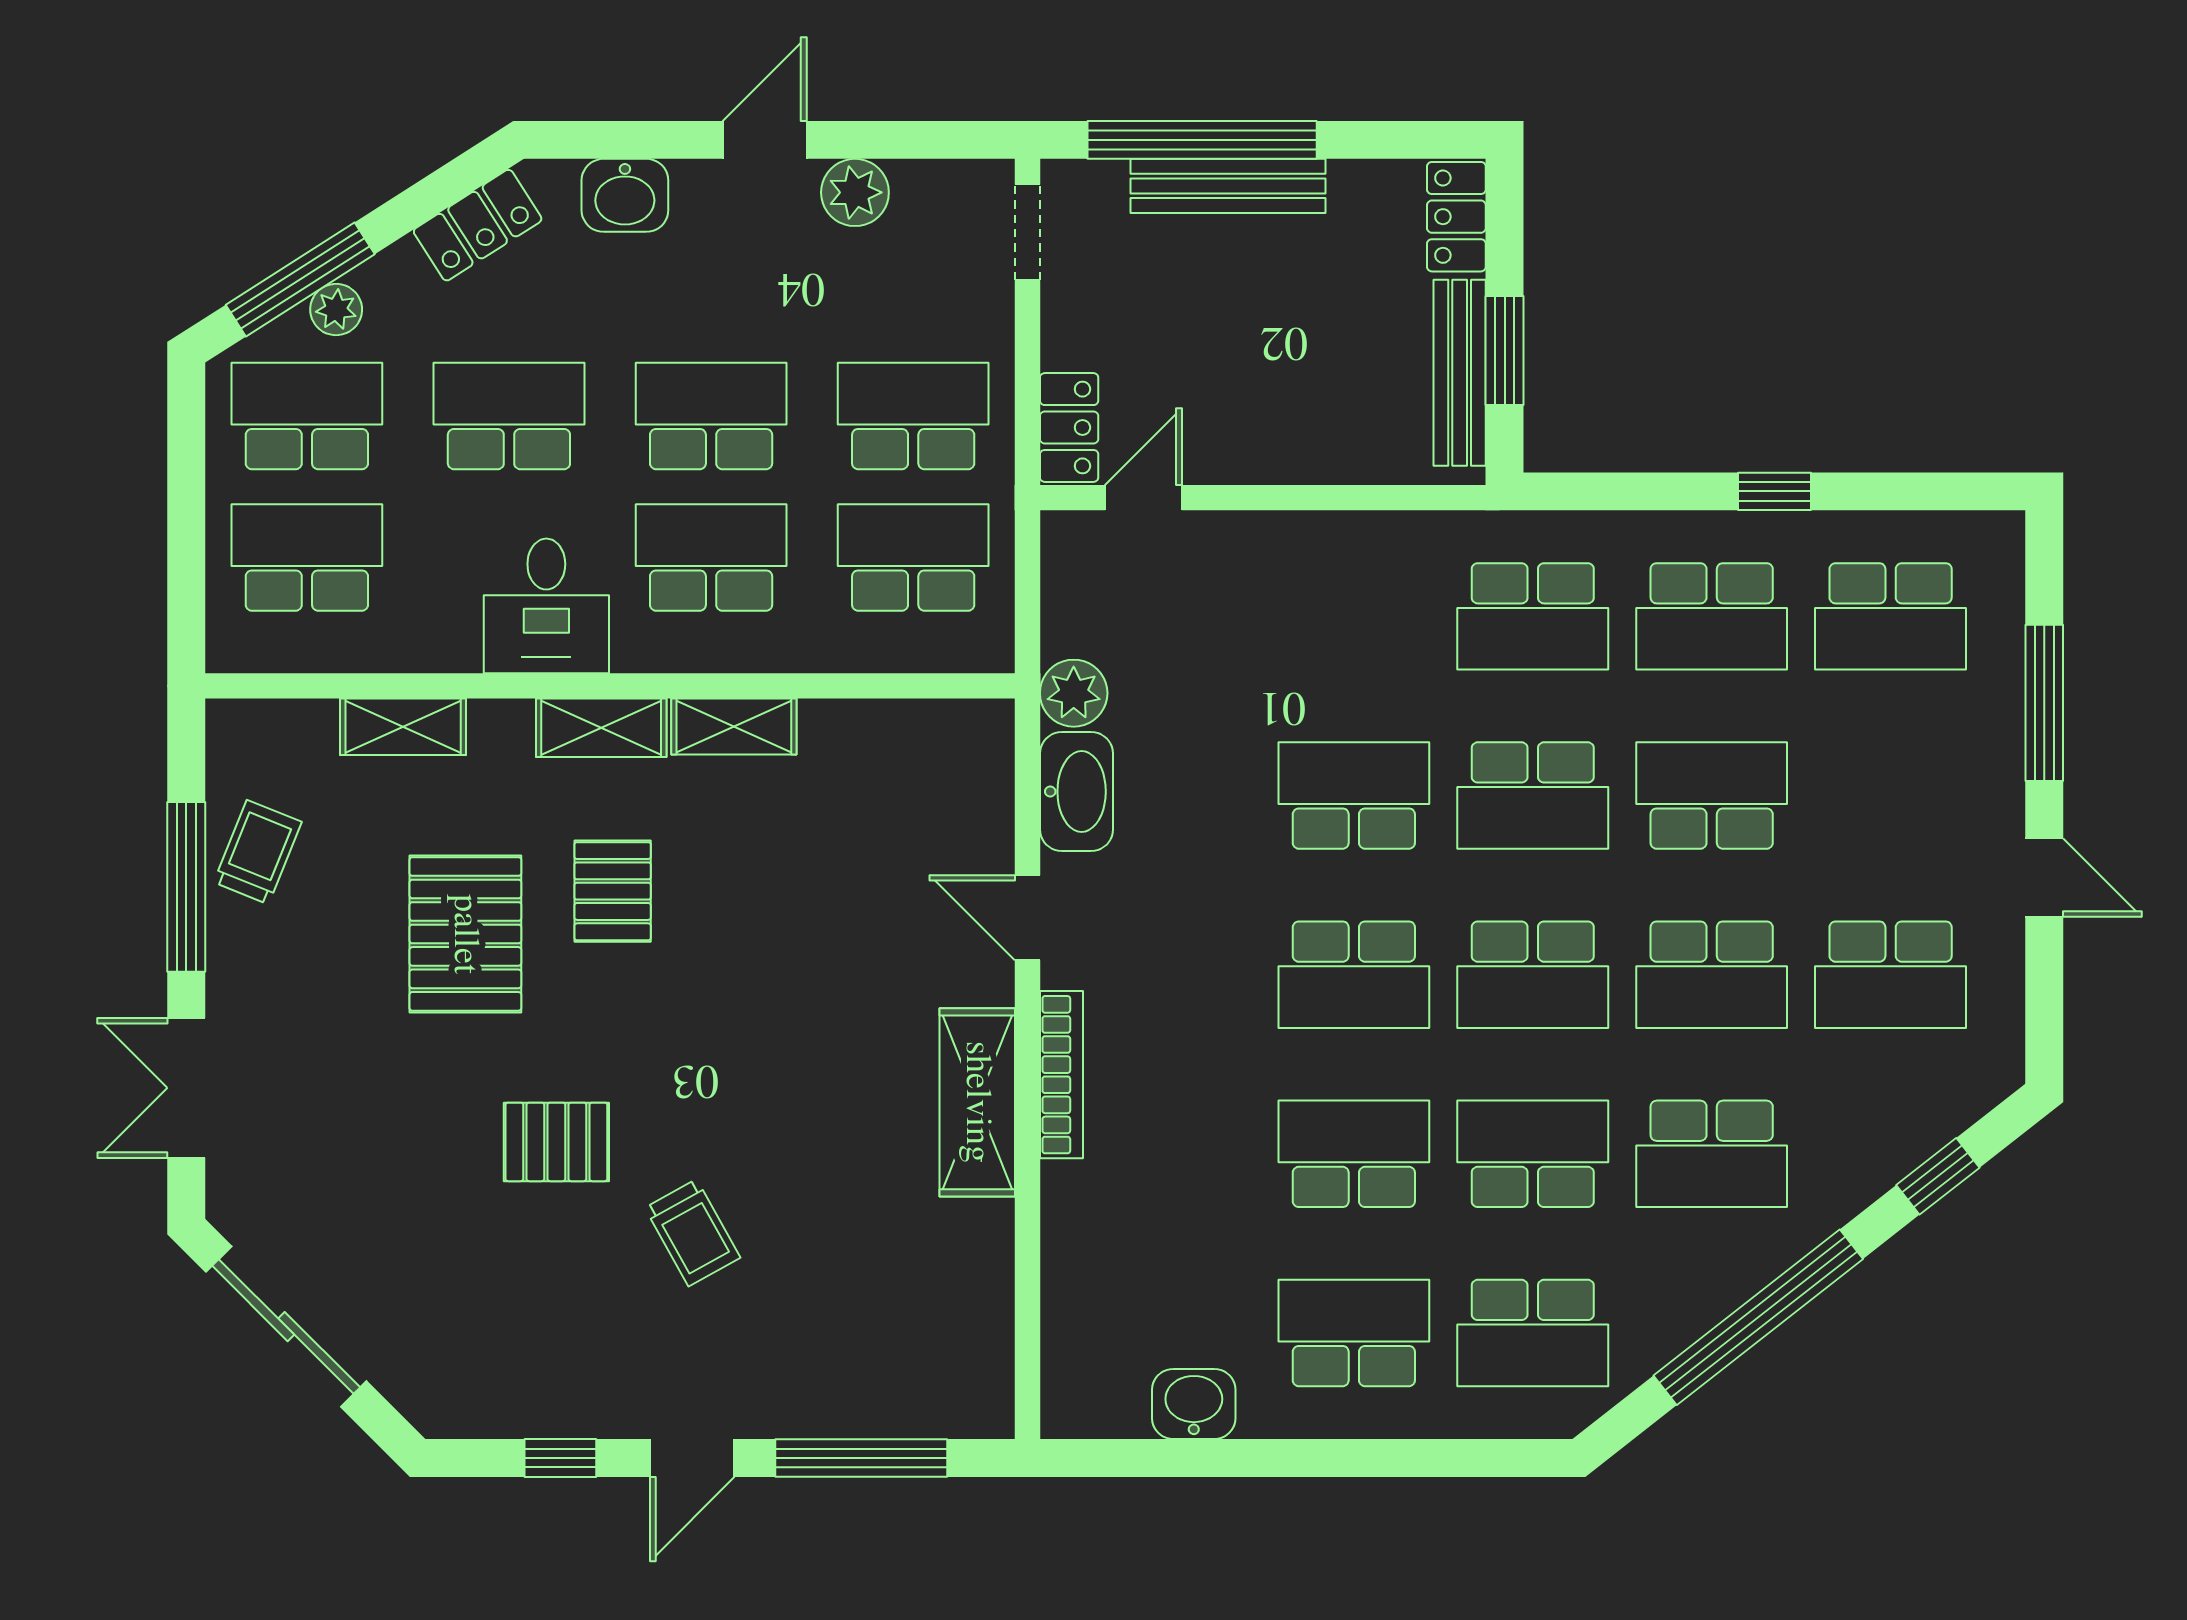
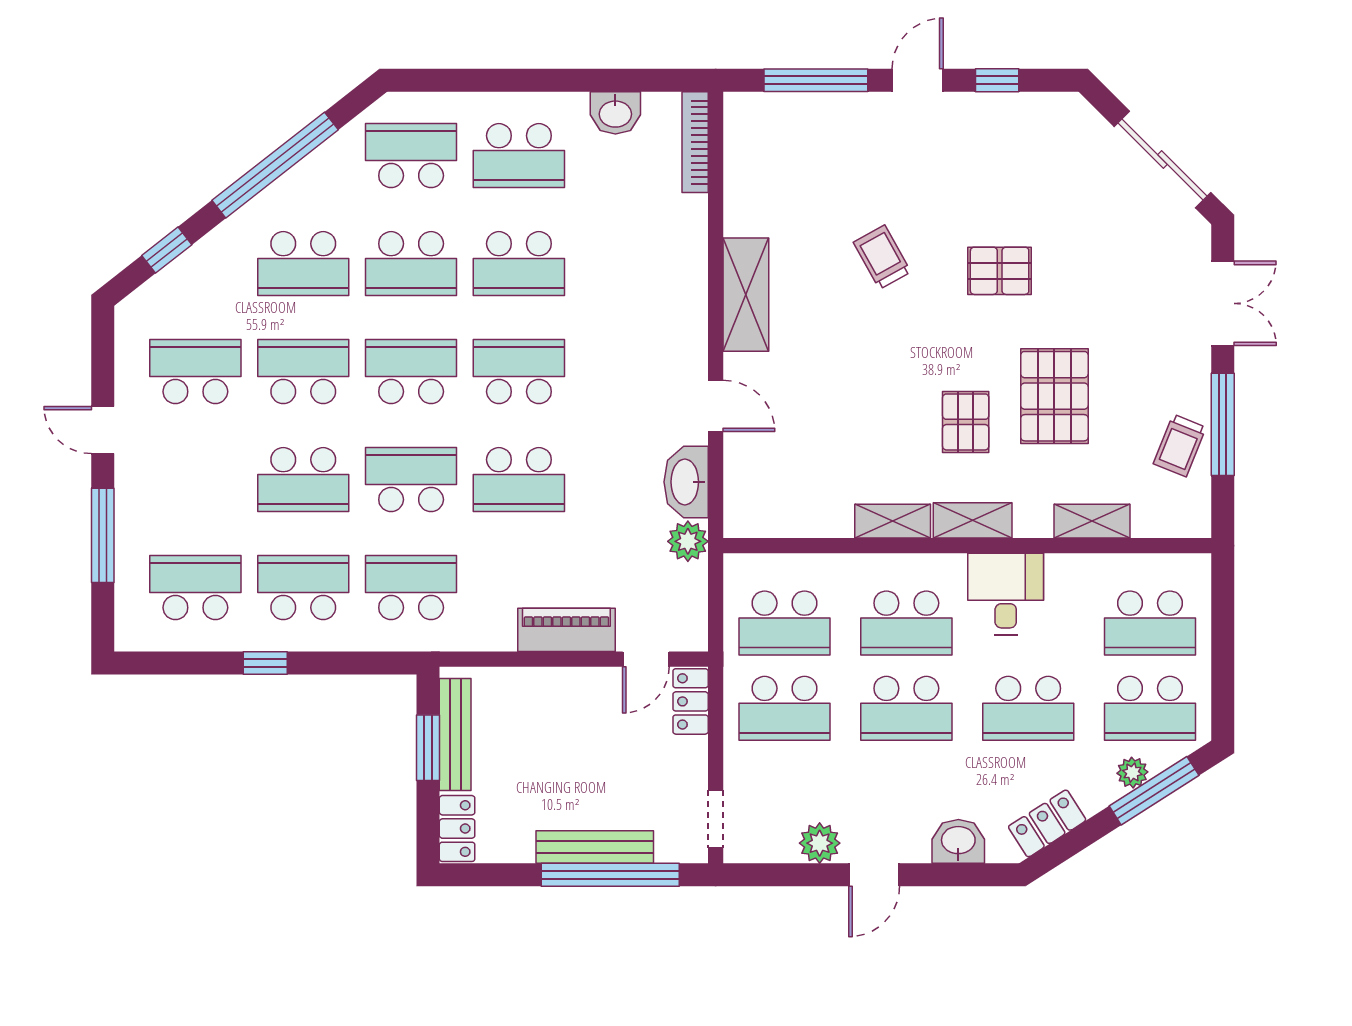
piano: (1275, 546) -> (566, 630), added
bookcase: (1061, 1075) -> (695, 142), moved
school desk: (1712, 1154) -> (303, 264), turned 180
trolley: (693, 1233) -> (882, 257), moved

